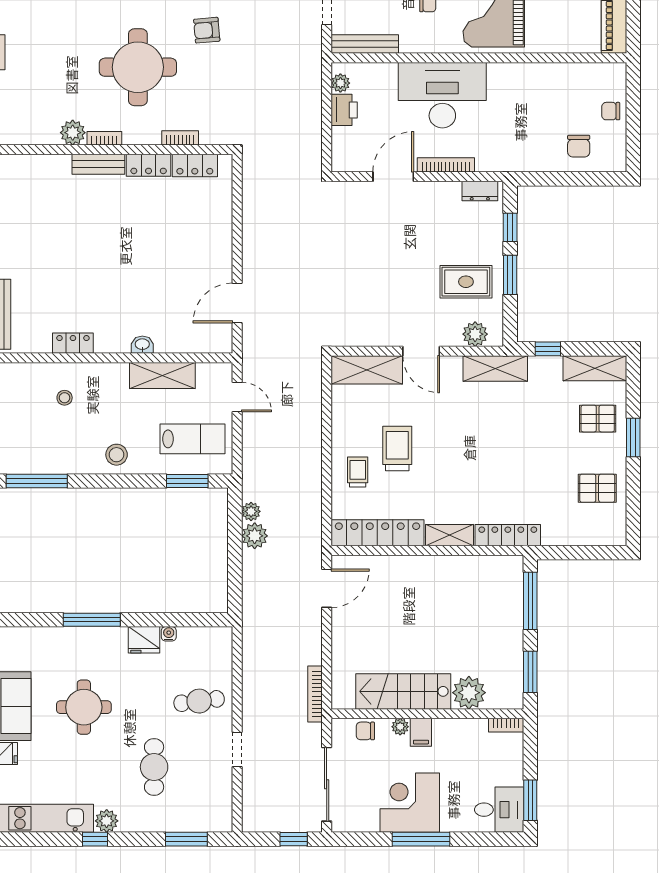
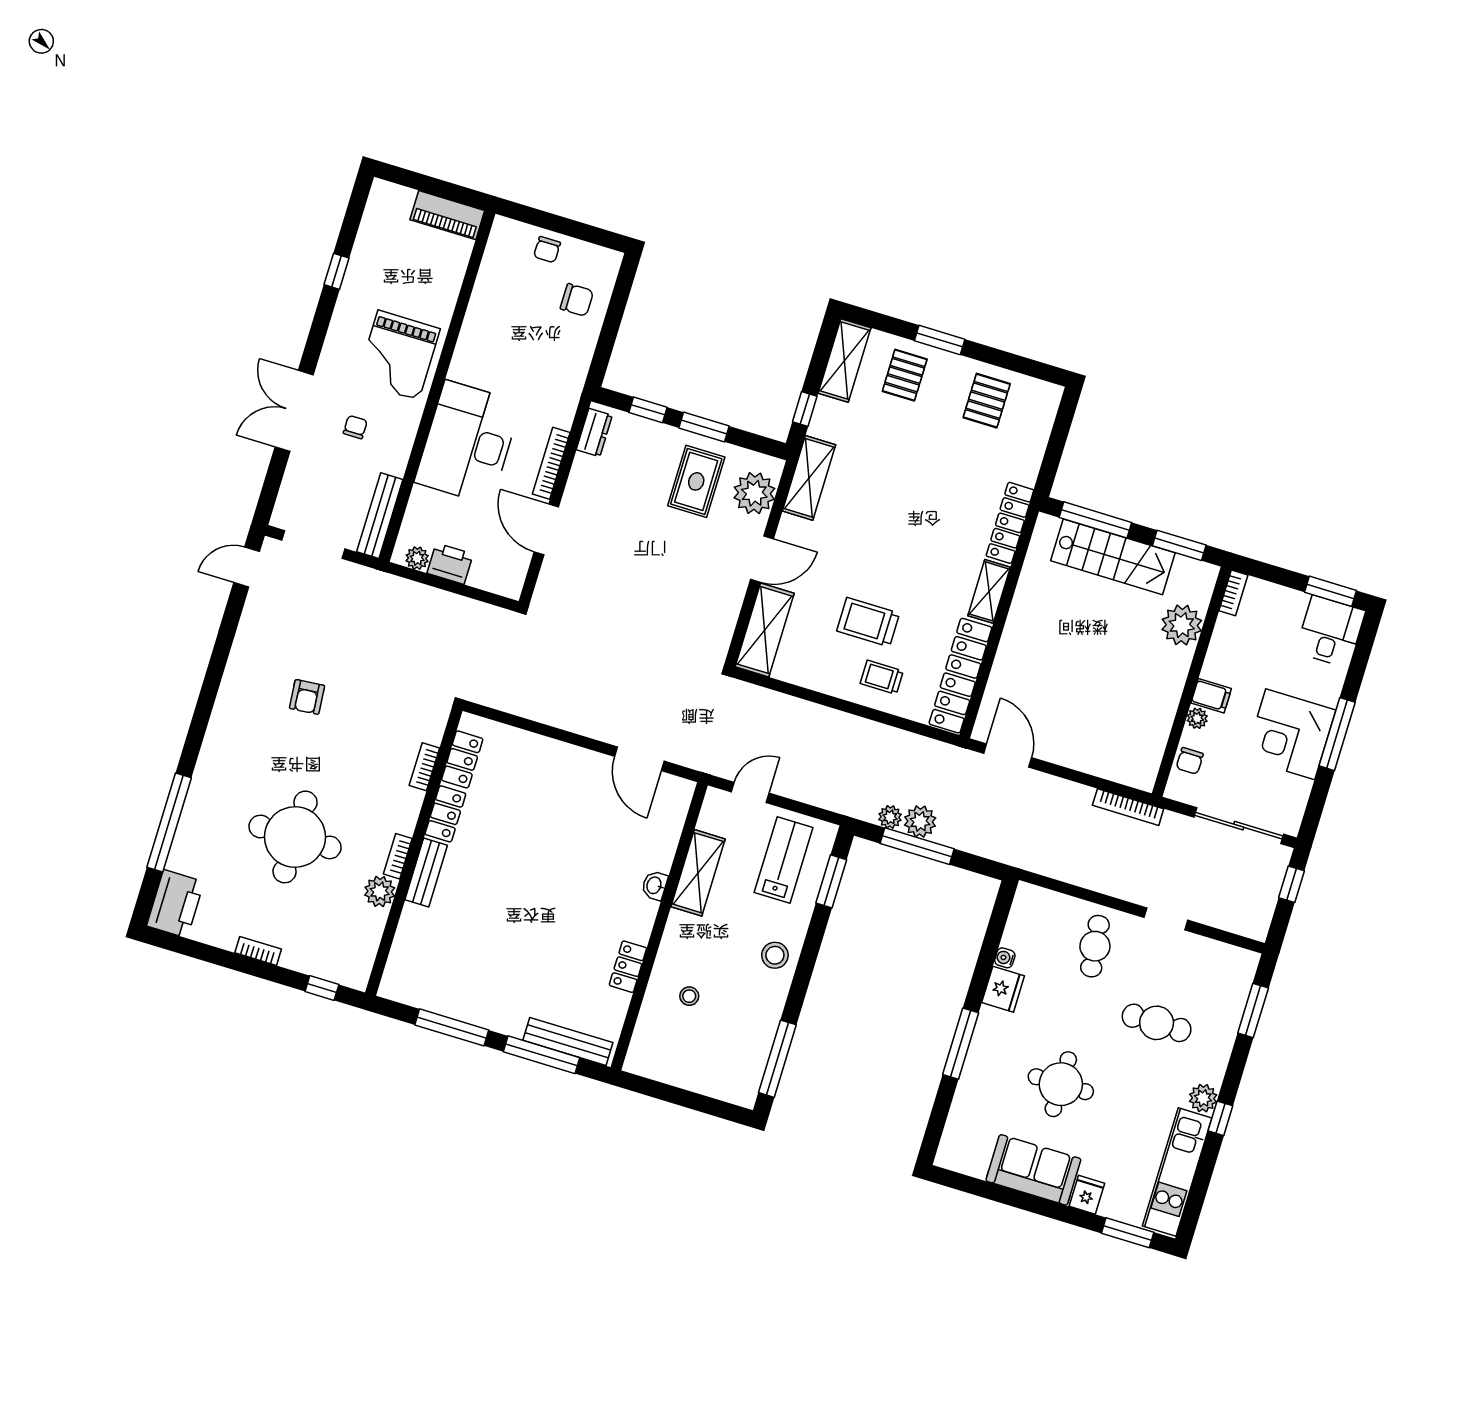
round table: (138, 67) -> (295, 837), moved
plant: (475, 334) -> (754, 493), width x1.36, depth x1.36
window: (235, 539) -> (917, 846), added
stairs: (403, 691) -> (1113, 557), moved, turned -90

